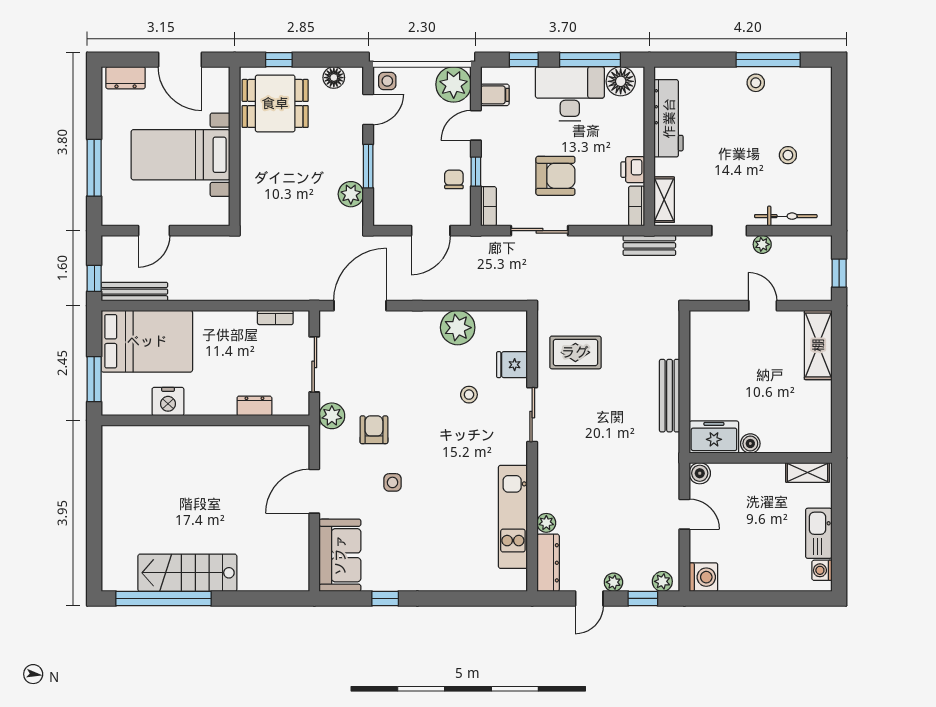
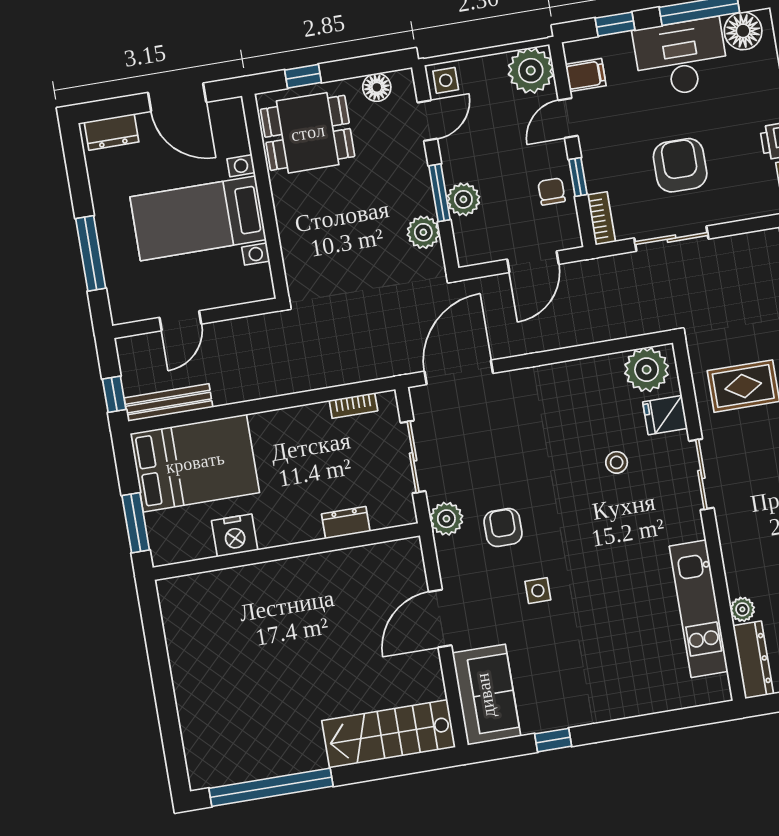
plant: (386, 174) -> (463, 199), added
armchair: (555, 176) -> (680, 165), turned -90
plant: (458, 328) -> (647, 370), moved
stairs: (187, 573) -> (389, 734), moved

